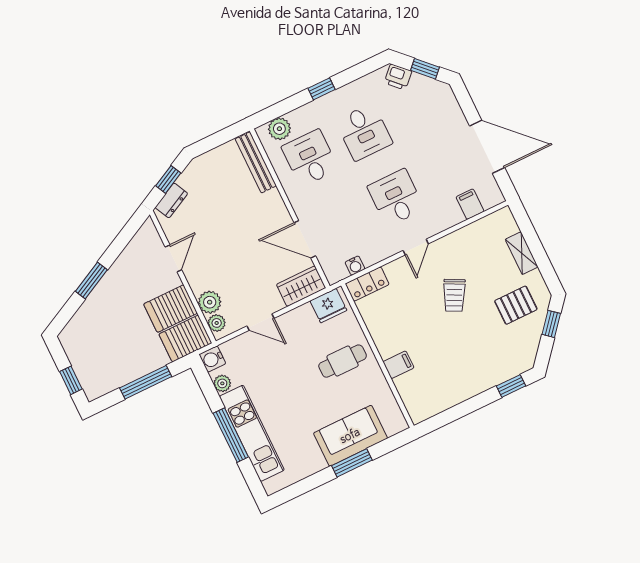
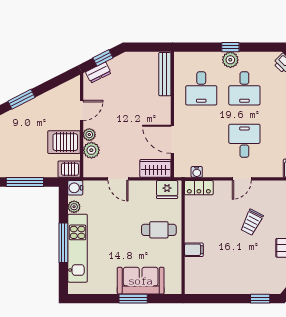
plant: (279, 129) -> (230, 60), moved
desk: (310, 158) -> (201, 88), turned 180
plant: (217, 323) -> (89, 135), moved
server rack: (185, 339) -> (69, 169), width x0.73, depth x0.70

